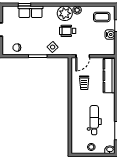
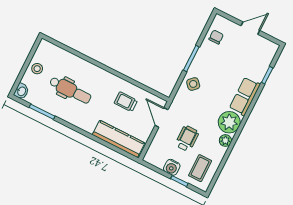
row of seats: (31, 12) -> (245, 96), moved
wheelchair: (68, 31) -> (187, 138), moved

